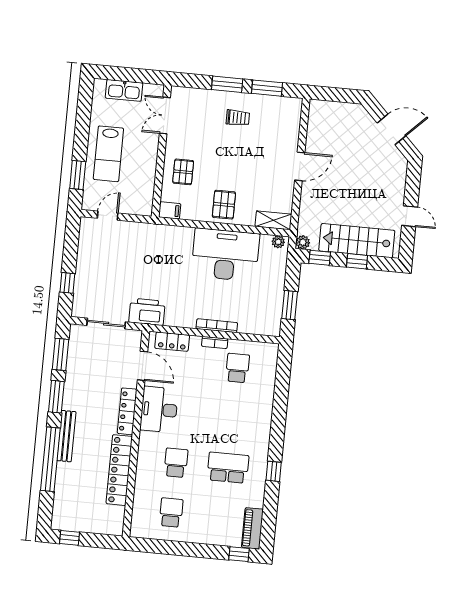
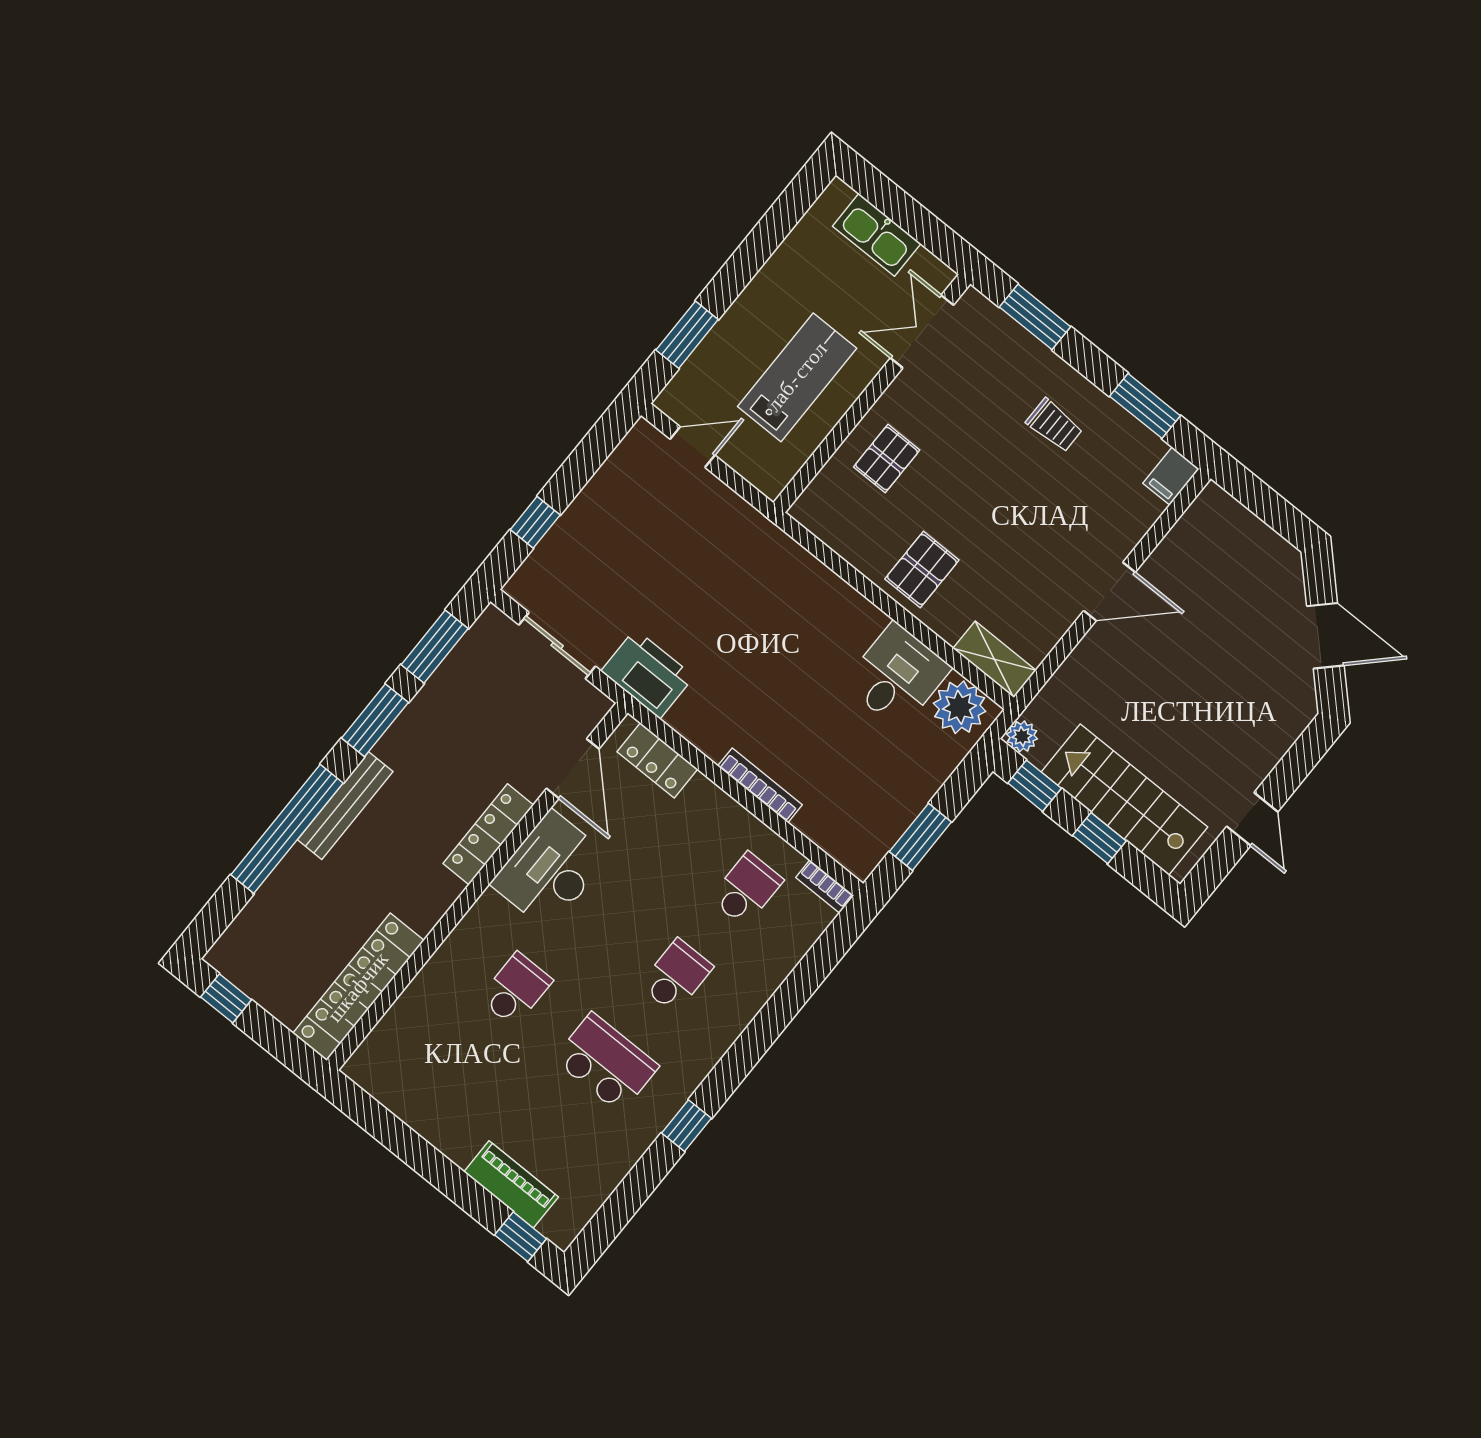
window: (227, 84) -> (1035, 317), moved
lab bench: (108, 154) -> (797, 377), moved, turned 180
filing cabinet: (170, 210) -> (1171, 476), moved, turned 90
plant: (278, 242) -> (960, 707), width x1.88, depth x1.88
desk: (225, 255) -> (897, 676), width x0.53, depth x0.77
bookcase: (215, 342) -> (825, 886), moved
locker: (119, 470) -> (358, 987), moved
school desk: (171, 513) -> (676, 976), moved
piano: (252, 528) -> (511, 1184), moved, turned 90

